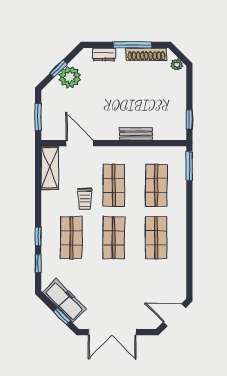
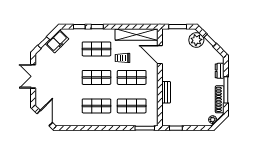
plant: (70, 77) -> (196, 40), moved
door: (80, 143) -> (160, 55), swing flipped
shelving: (50, 168) -> (137, 34), width x1.47
freezer: (64, 301) -> (57, 41), width x0.71
double door: (112, 332) -> (33, 76), width x0.73

